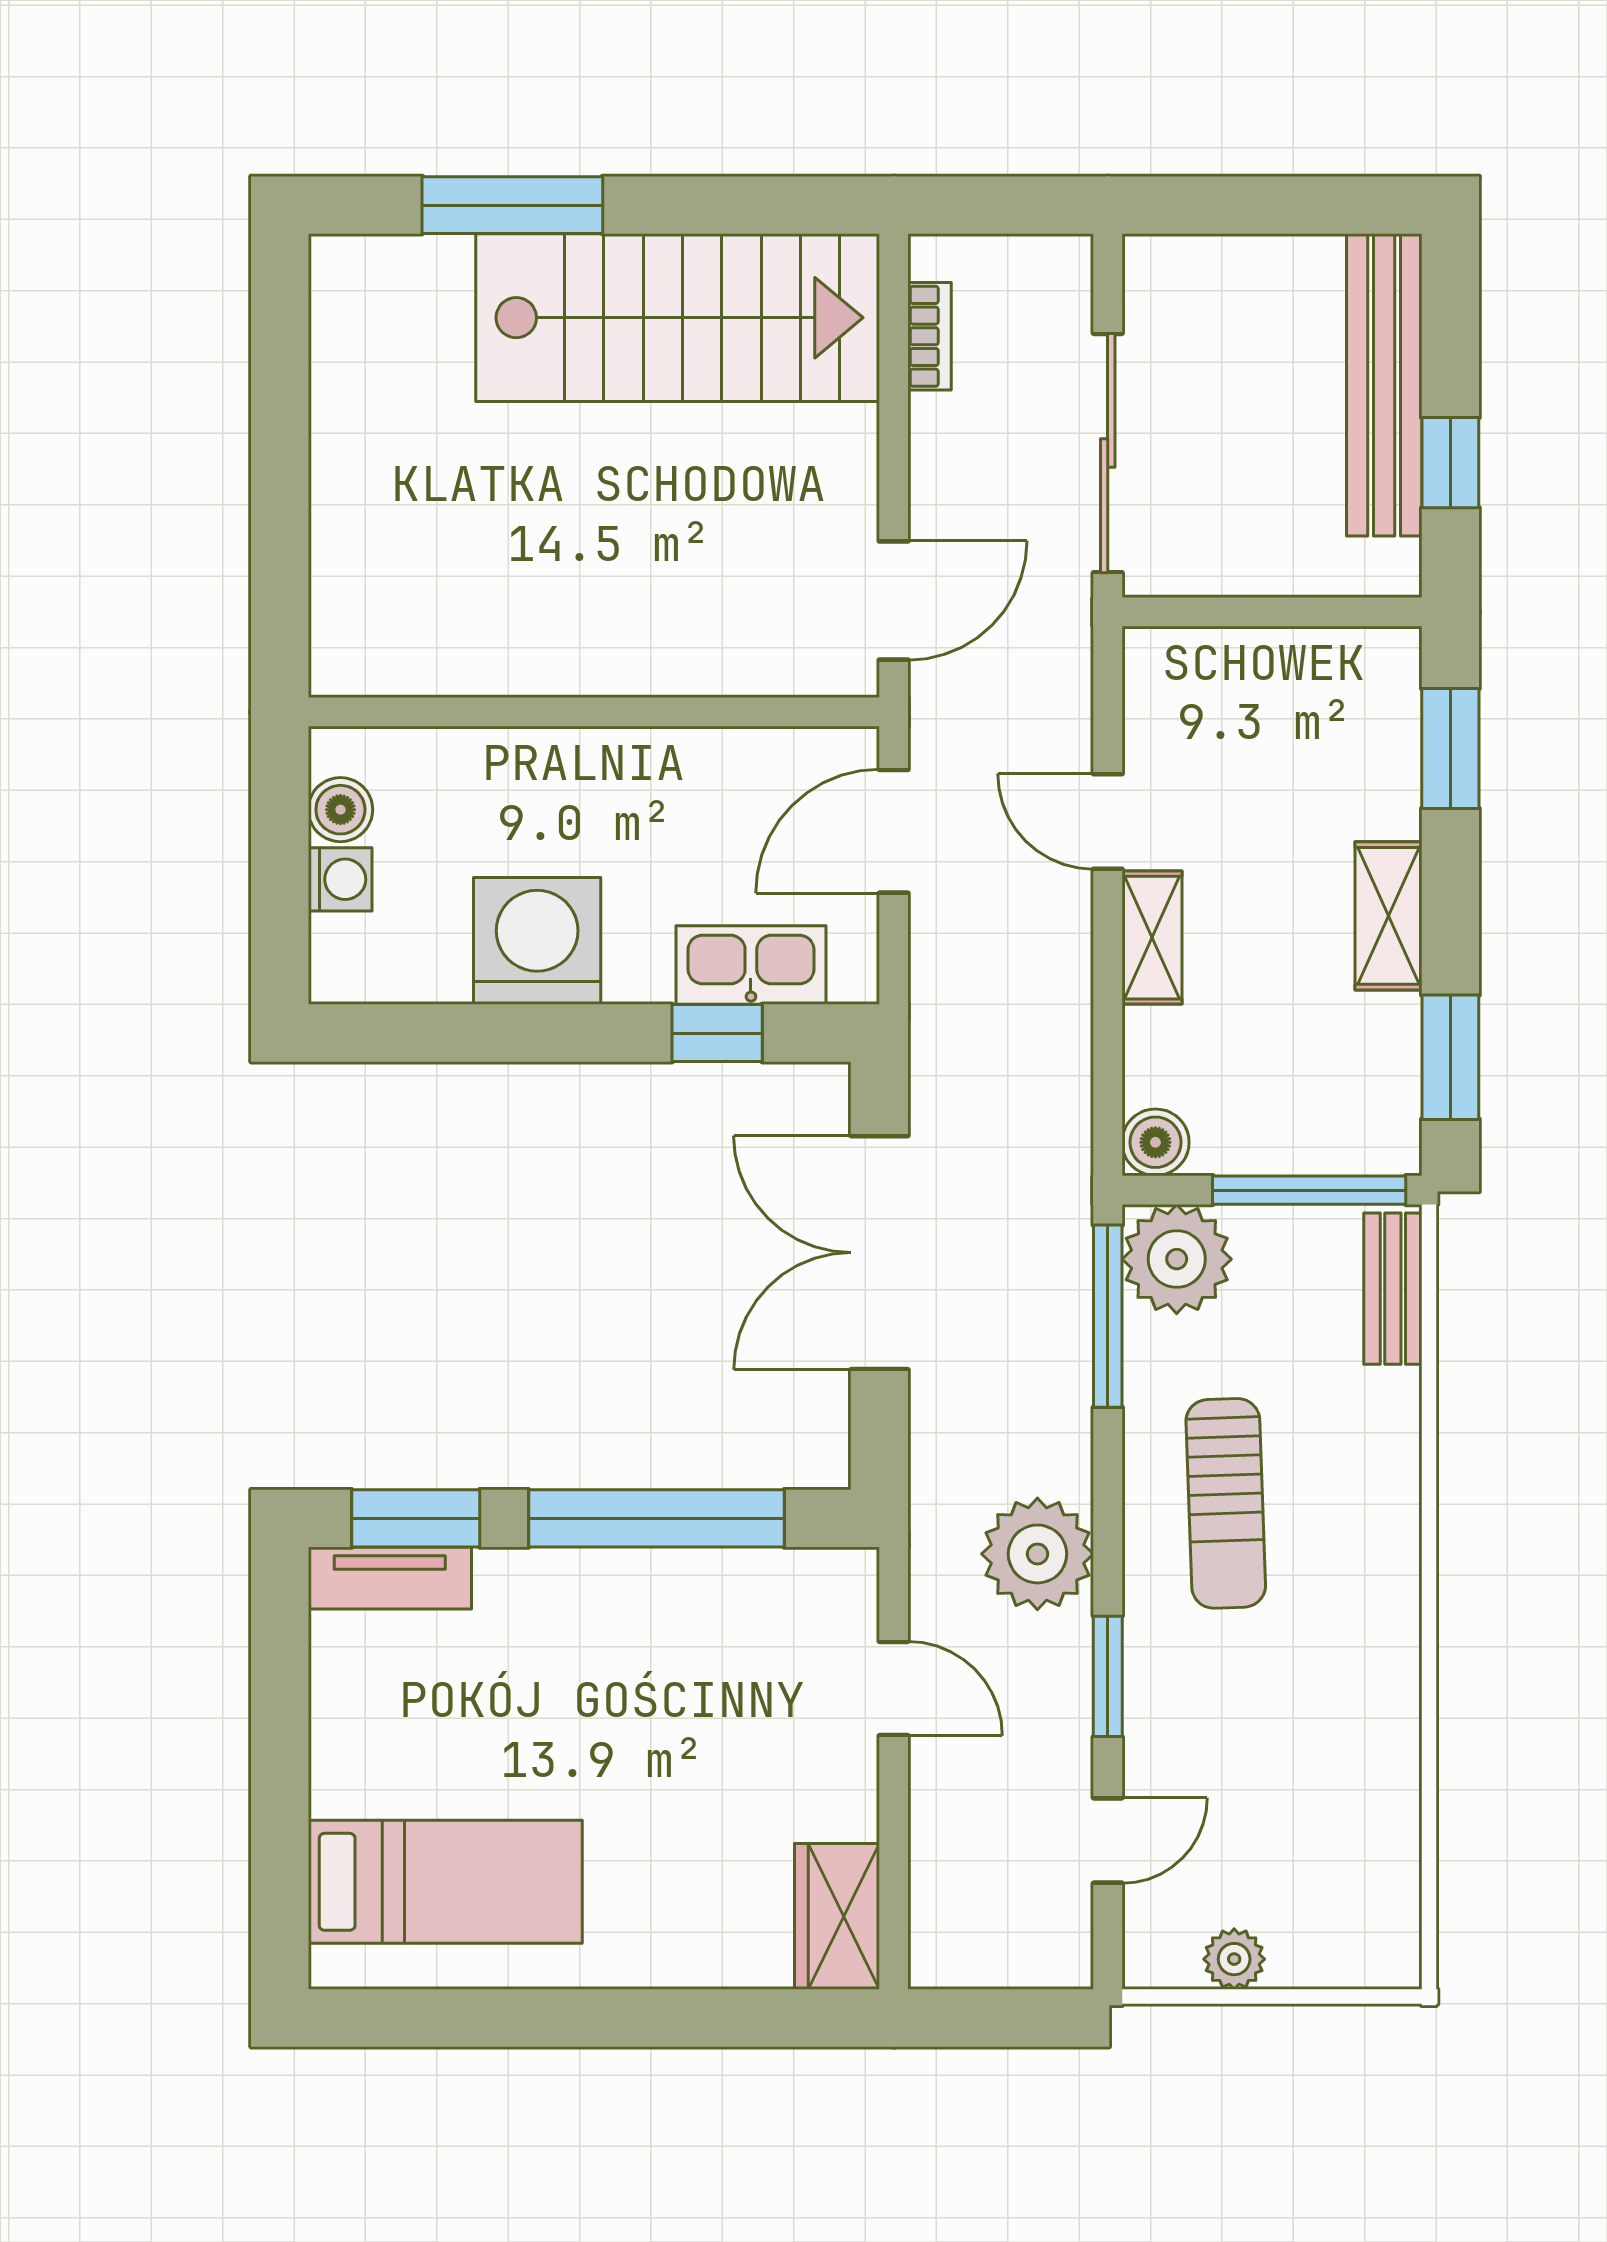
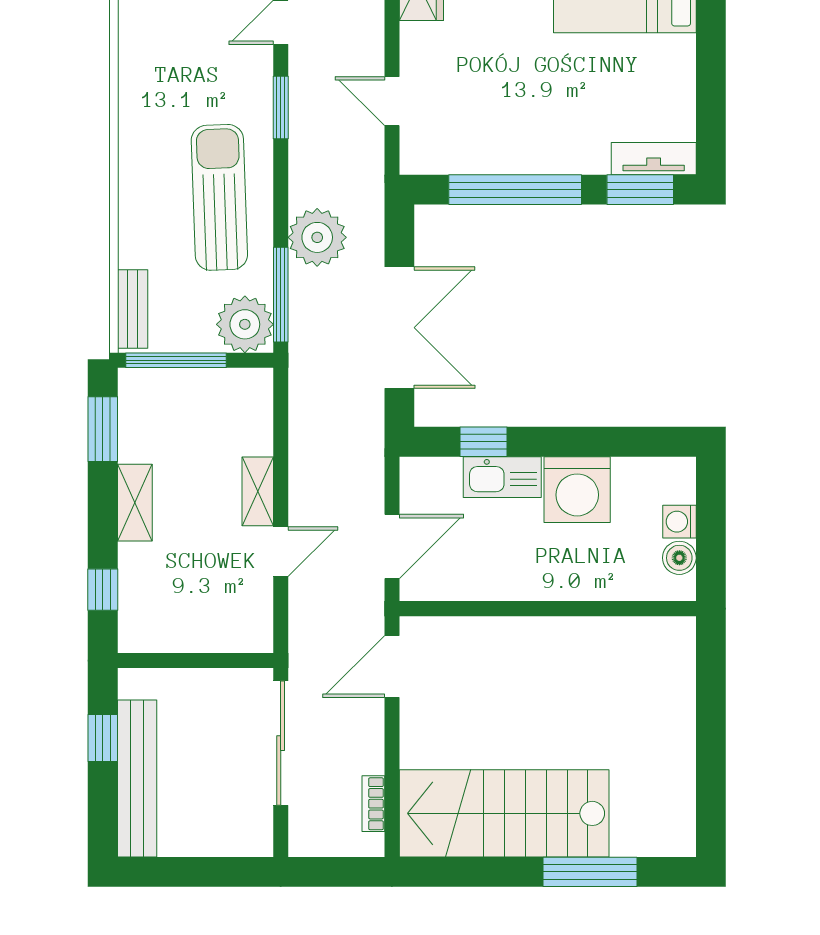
window: (1450, 748) -> (103, 590), width x0.67
door: (1108, 822) -> (281, 552), hinge flipped
kitchen sink: (751, 965) -> (502, 477), moved
boiler: (1155, 1142) -> (256, 385), removed
sun lounger: (1226, 1503) -> (219, 197), width x1.36, depth x1.34
plant: (1037, 1554) -> (317, 237), moved

